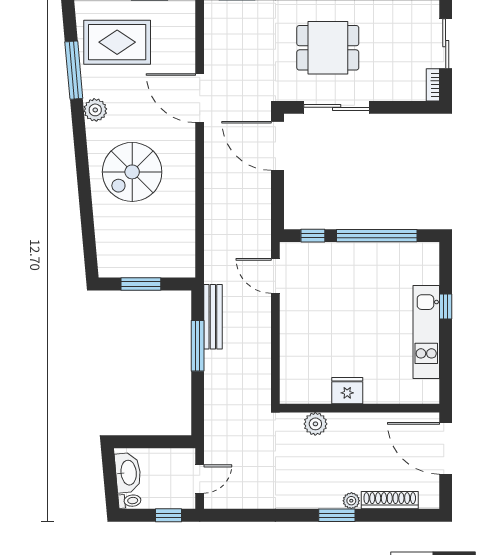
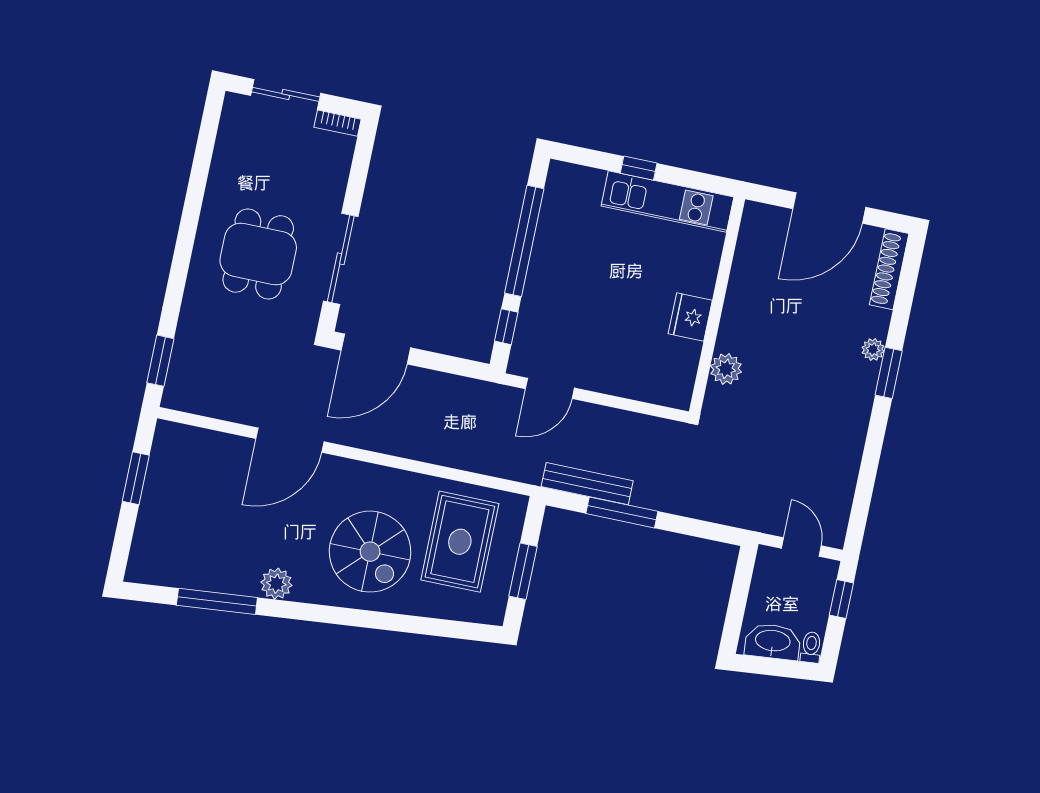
rug: (117, 42) -> (460, 542), moved
fridge: (347, 391) -> (690, 317), moved
wall: (359, 408) -> (717, 305), moved
plant: (315, 424) -> (726, 369), moved
shoe rack: (390, 500) -> (889, 269), moved

